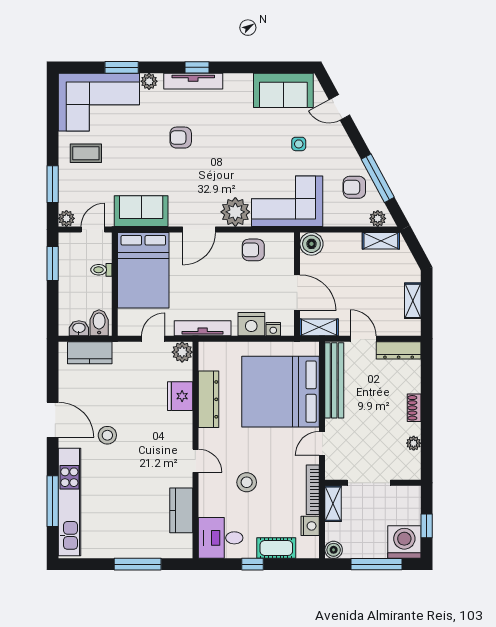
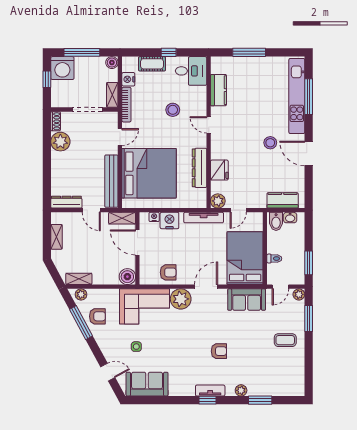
tv unit: (193, 81) -> (210, 391), width x0.71
corner sofa: (99, 102) -> (276, 376), removed
shoe rack: (414, 408) -> (56, 121), moved
plant: (414, 443) -> (60, 142), width x1.88, depth x1.88

